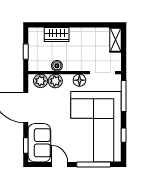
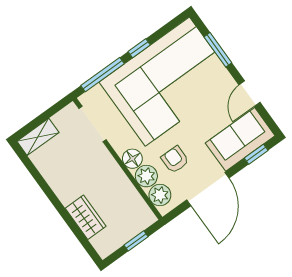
boiler: (57, 66) -> (125, 188), removed
floor lamp: (79, 80) -> (132, 159), moved
armchair: (53, 102) -> (175, 160), added
window: (124, 135) -> (139, 48), moved
window: (94, 164) -> (218, 50), width x0.69

